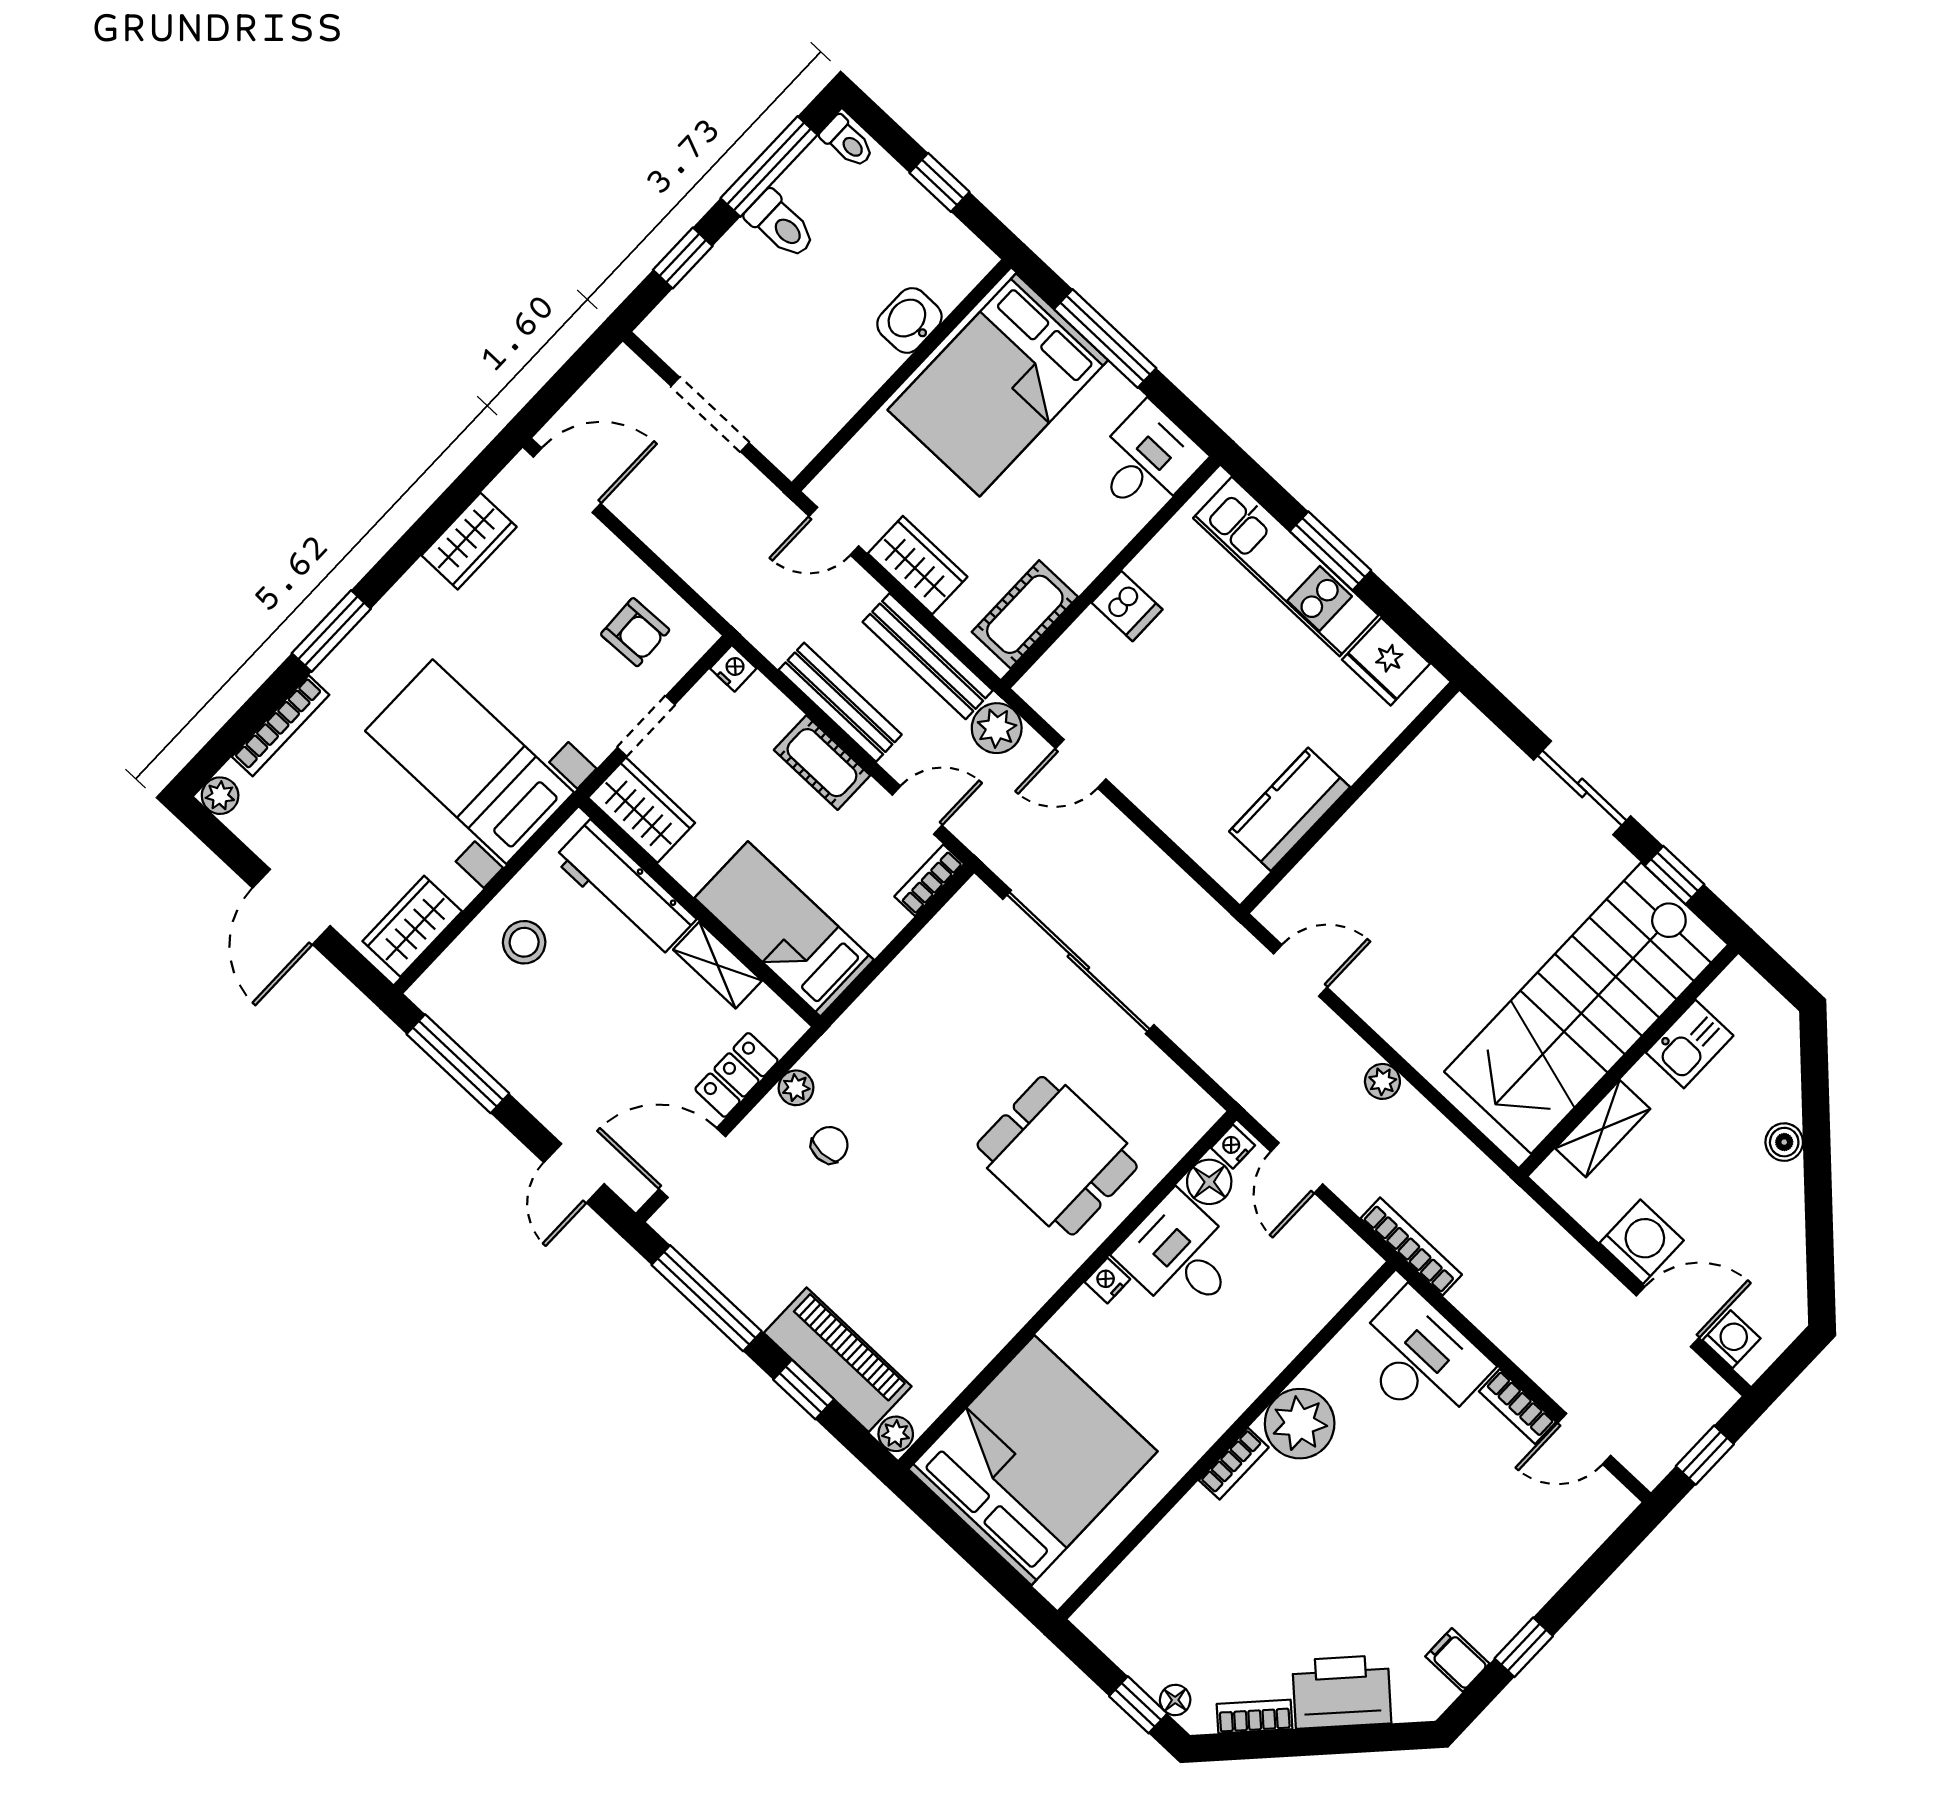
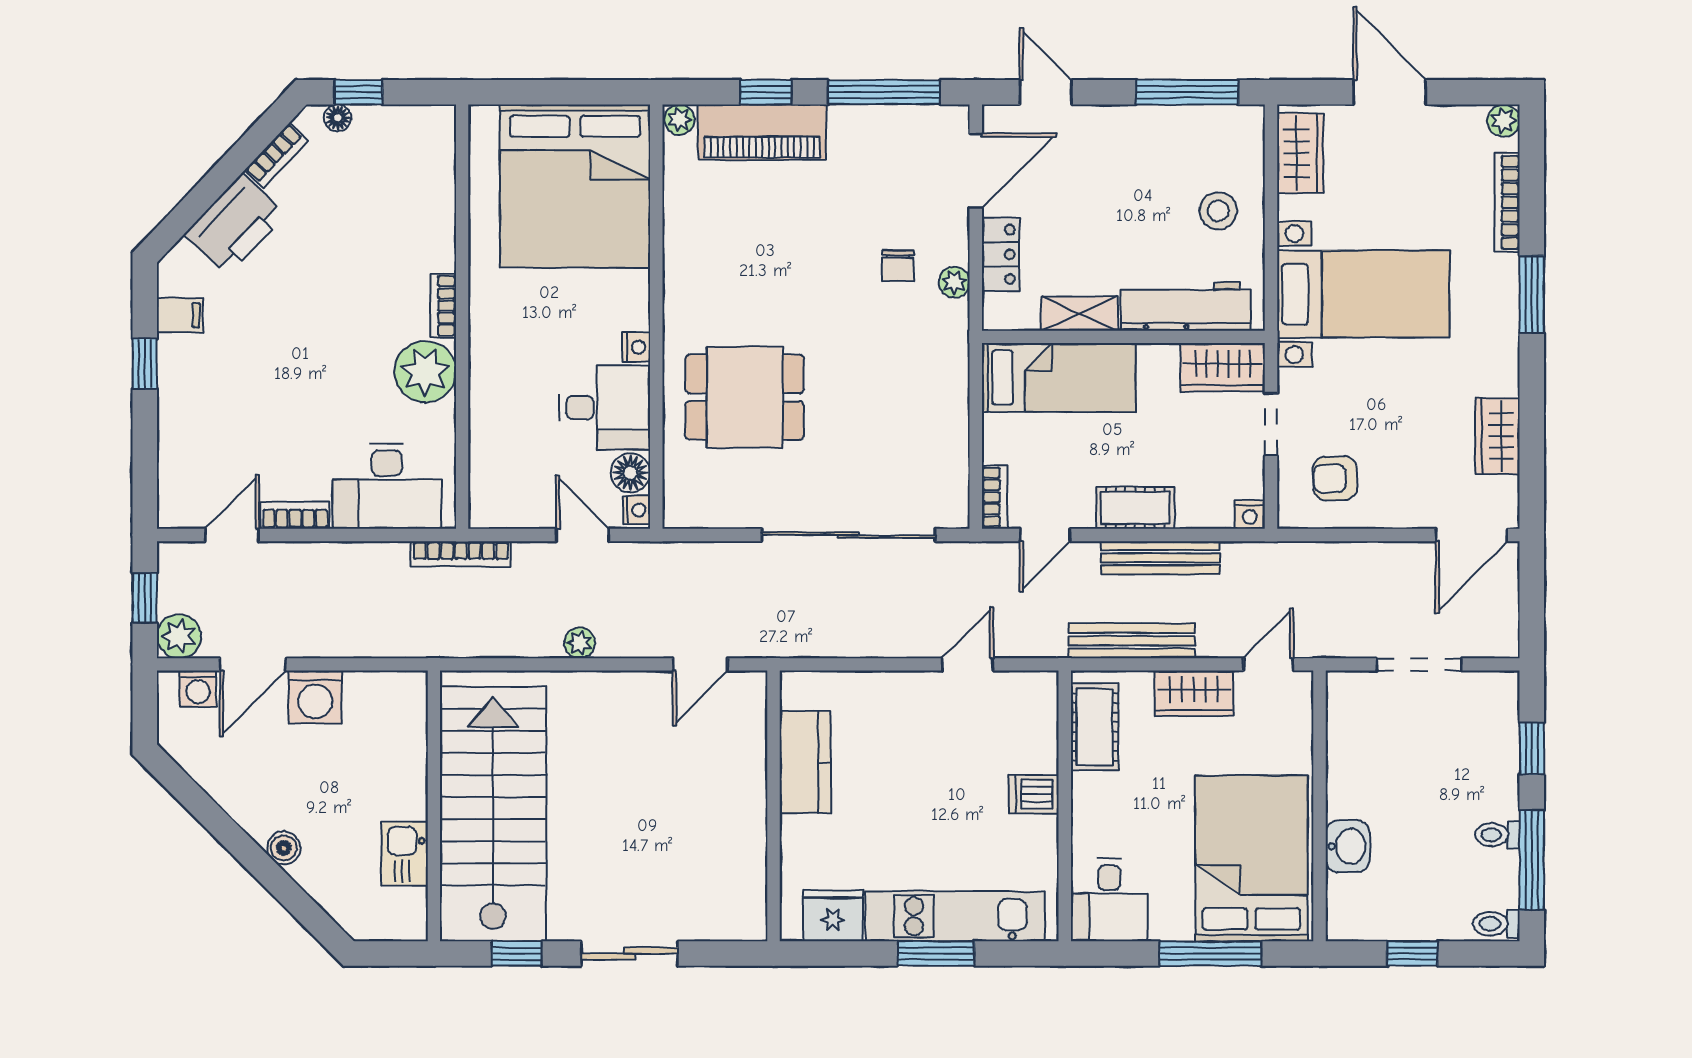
toilet: (781, 225) -> (1497, 835), width x0.73, depth x0.72
plant: (997, 728) -> (179, 636), moved
shelving: (1603, 1129) -> (409, 746), removed

